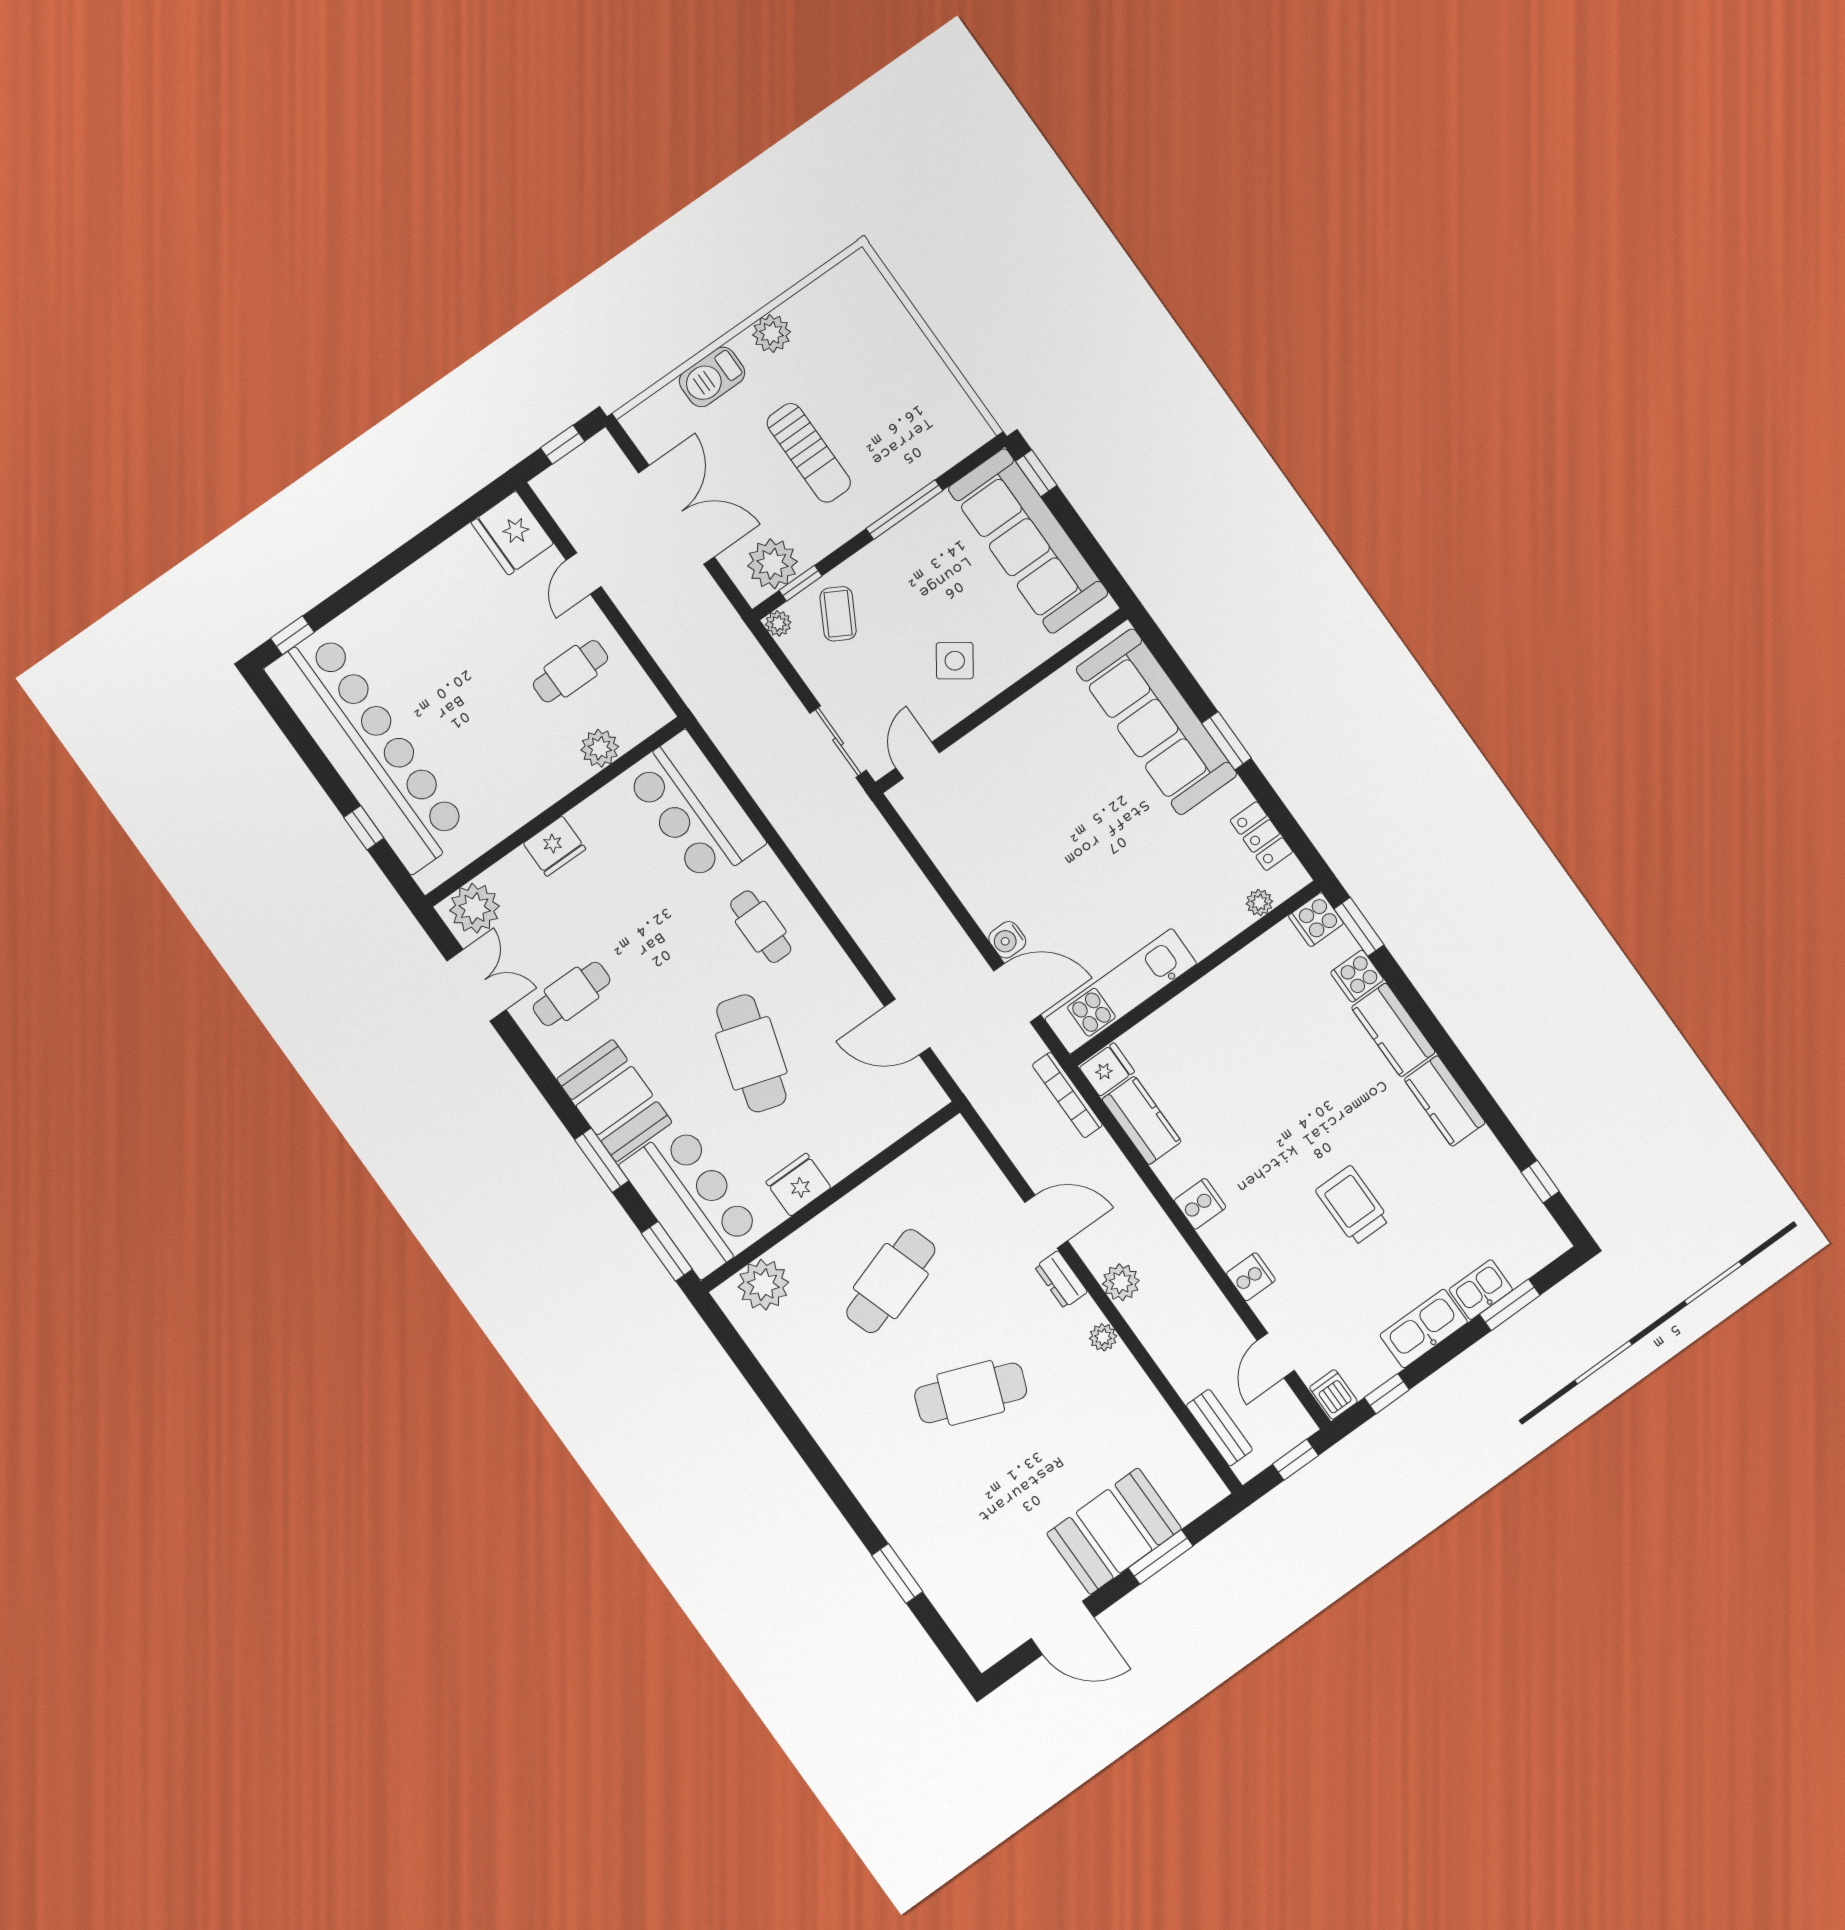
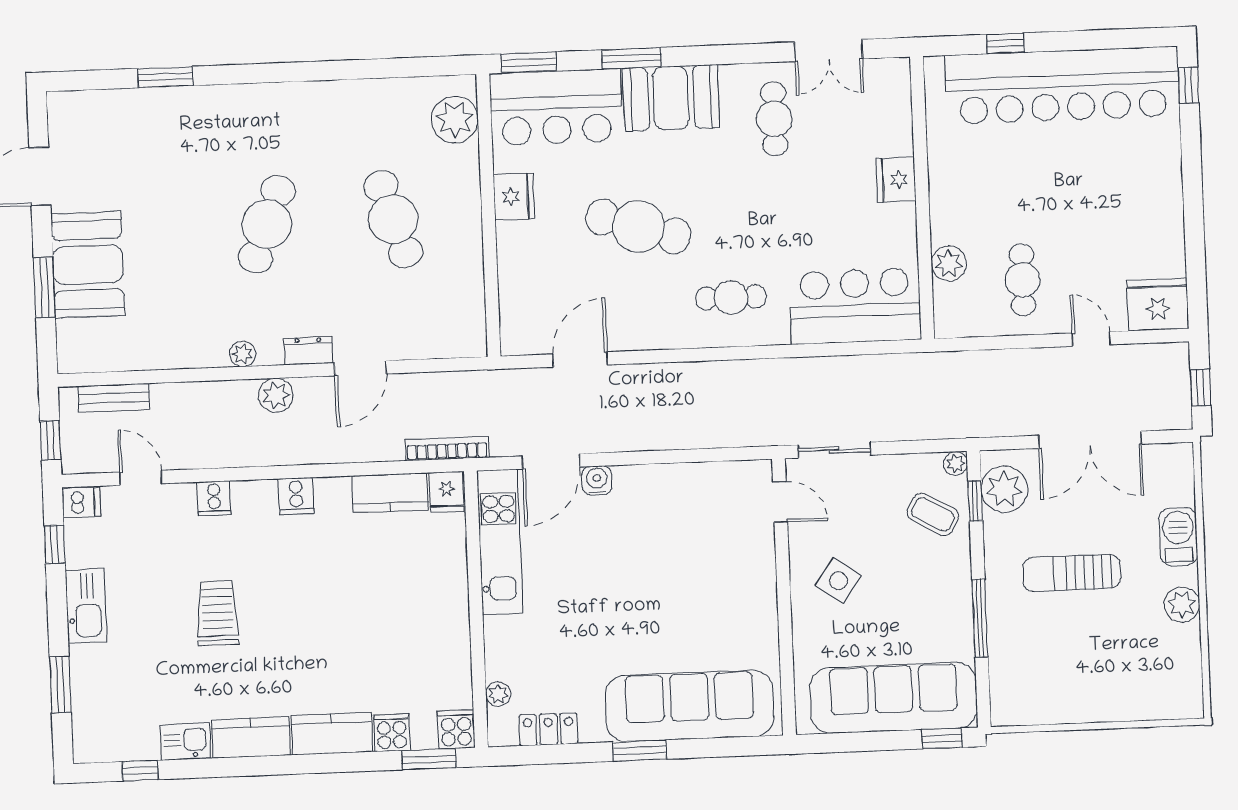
plant: (475, 908) -> (888, 88), removed
trolley: (1353, 1205) -> (217, 613), turned -90
kitchen sink: (1481, 1290) -> (185, 742), moved, turned -90

